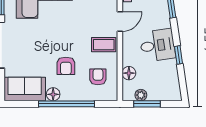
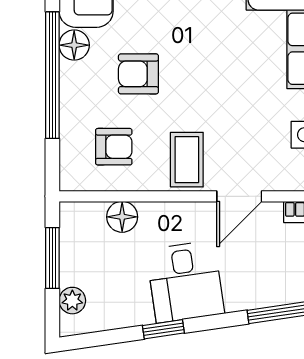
door: (120, 21) -> (239, 196), hinge flipped
plant: (141, 95) -> (72, 301), moved

